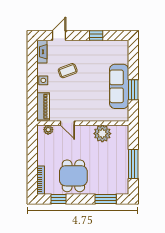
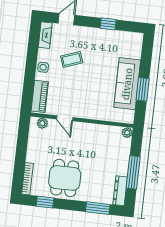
plant: (102, 134) -> (127, 133), moved, width x0.53, depth x0.53
dresser: (124, 182) -> (120, 191), added

